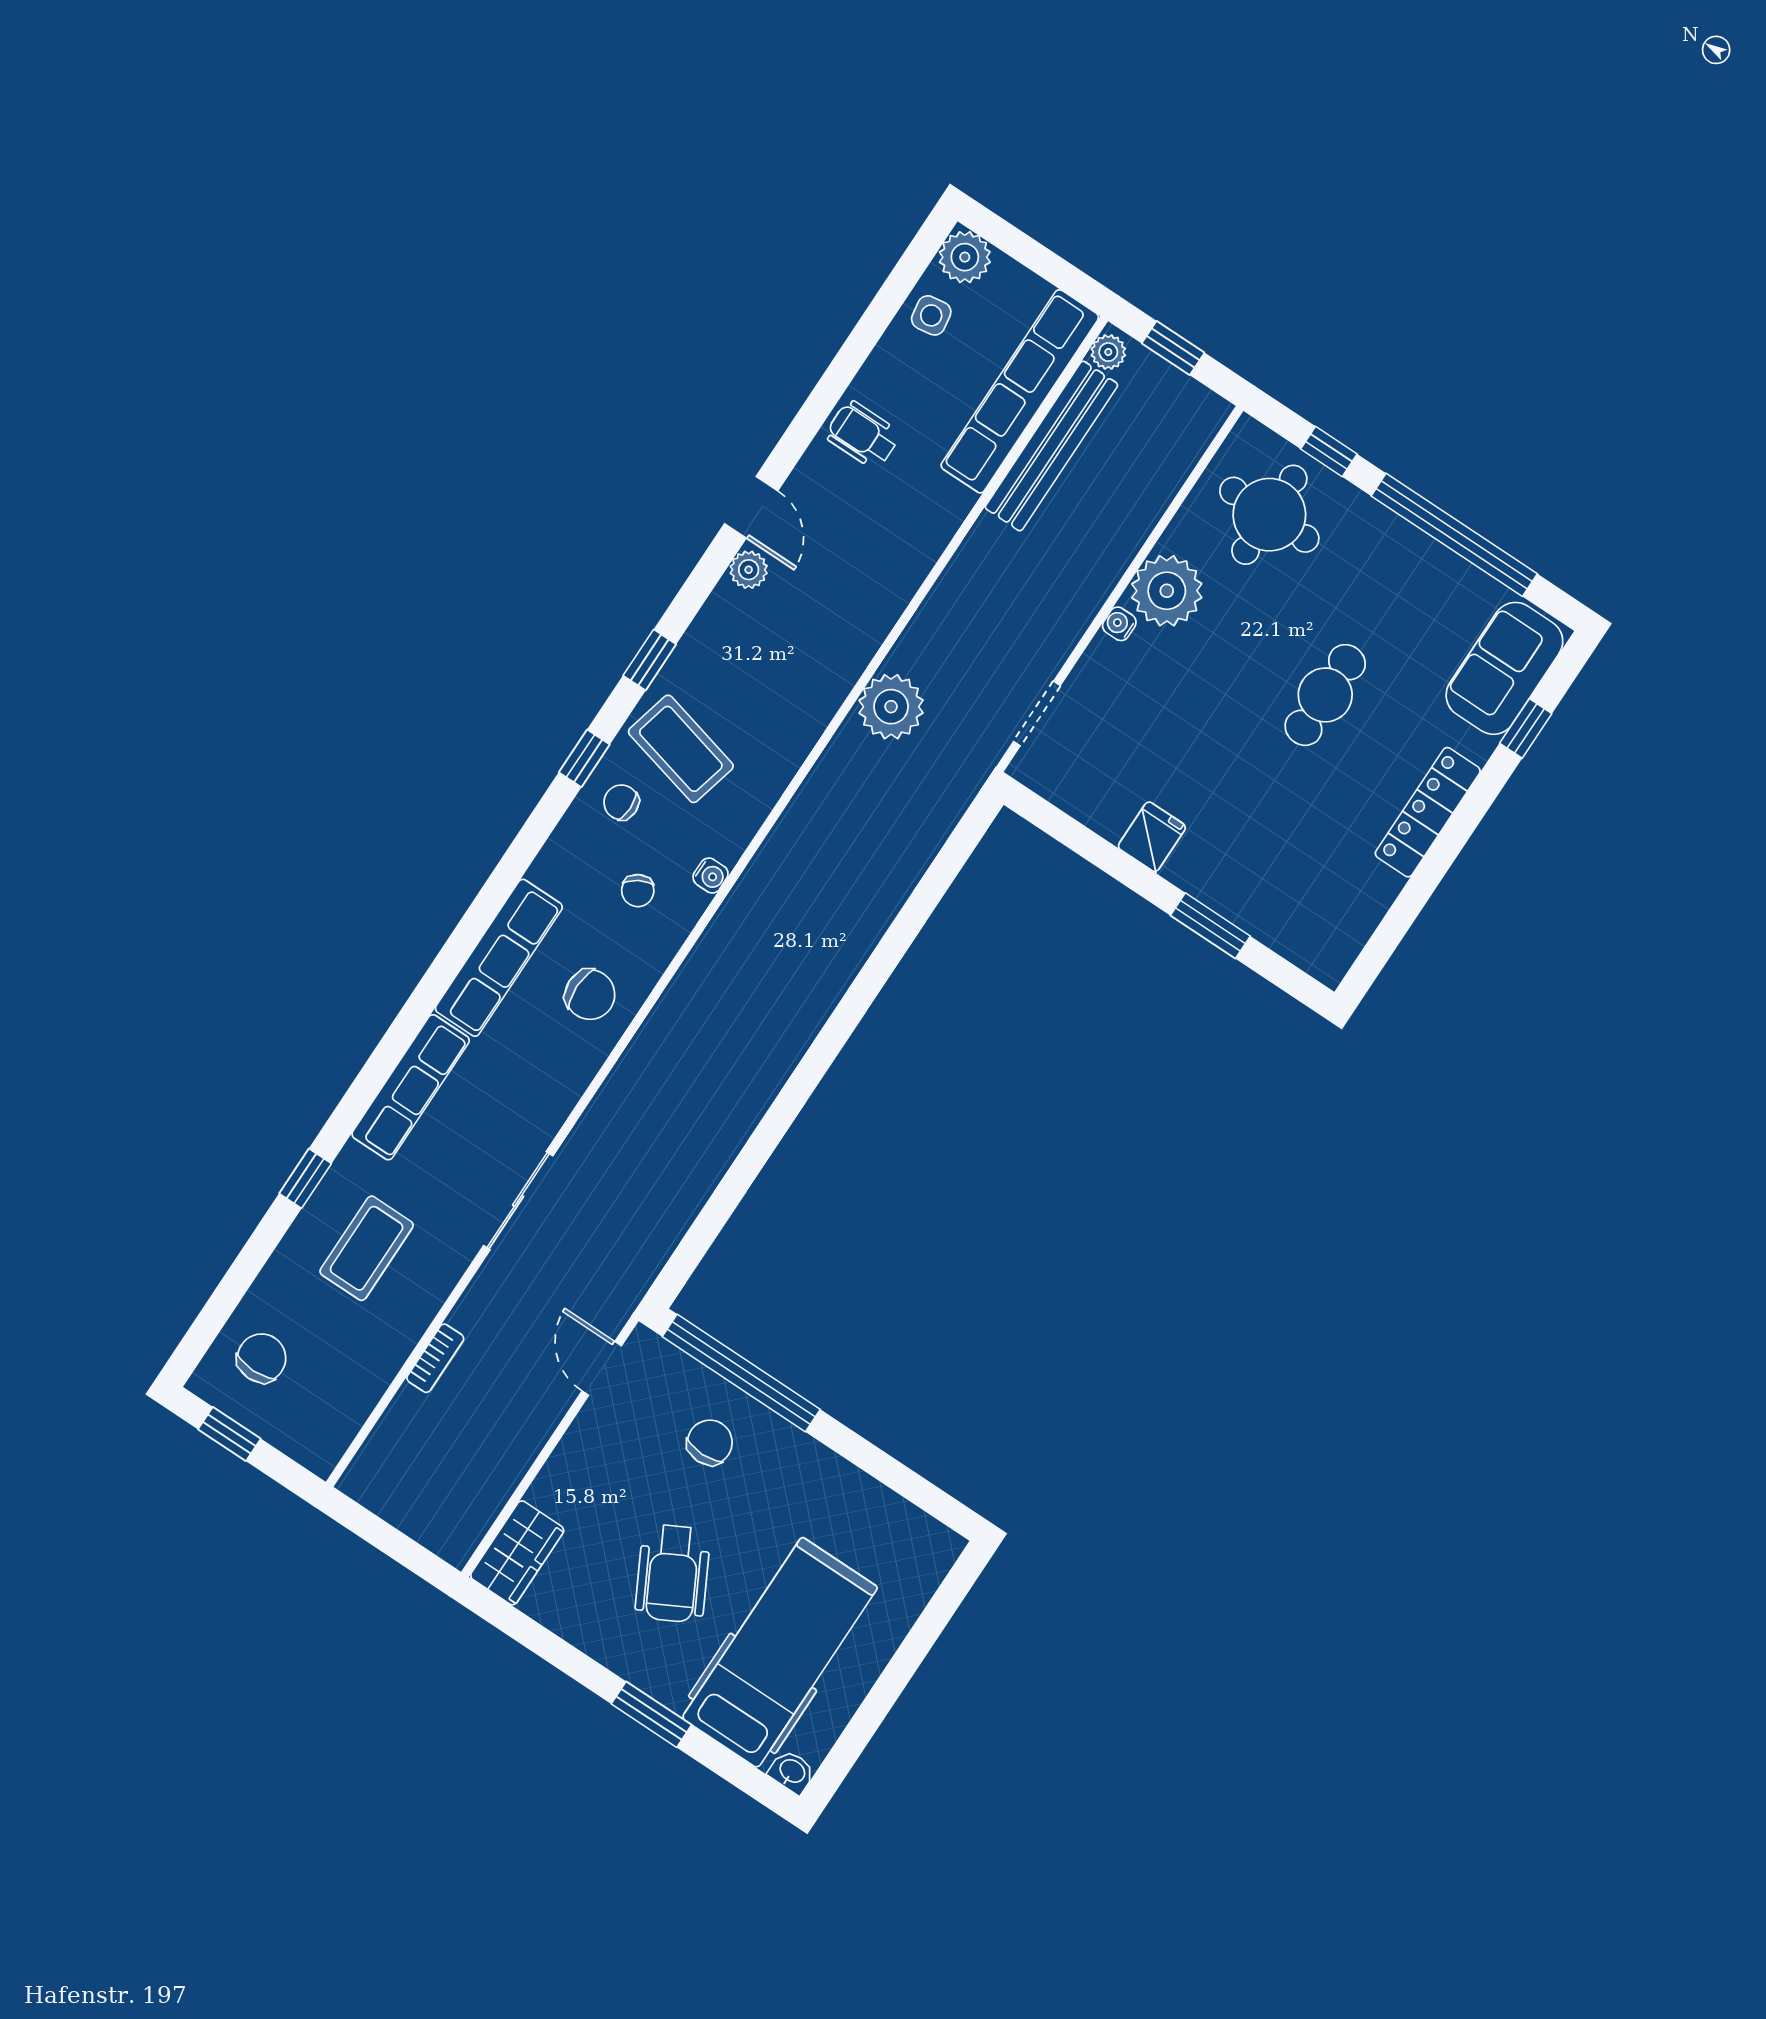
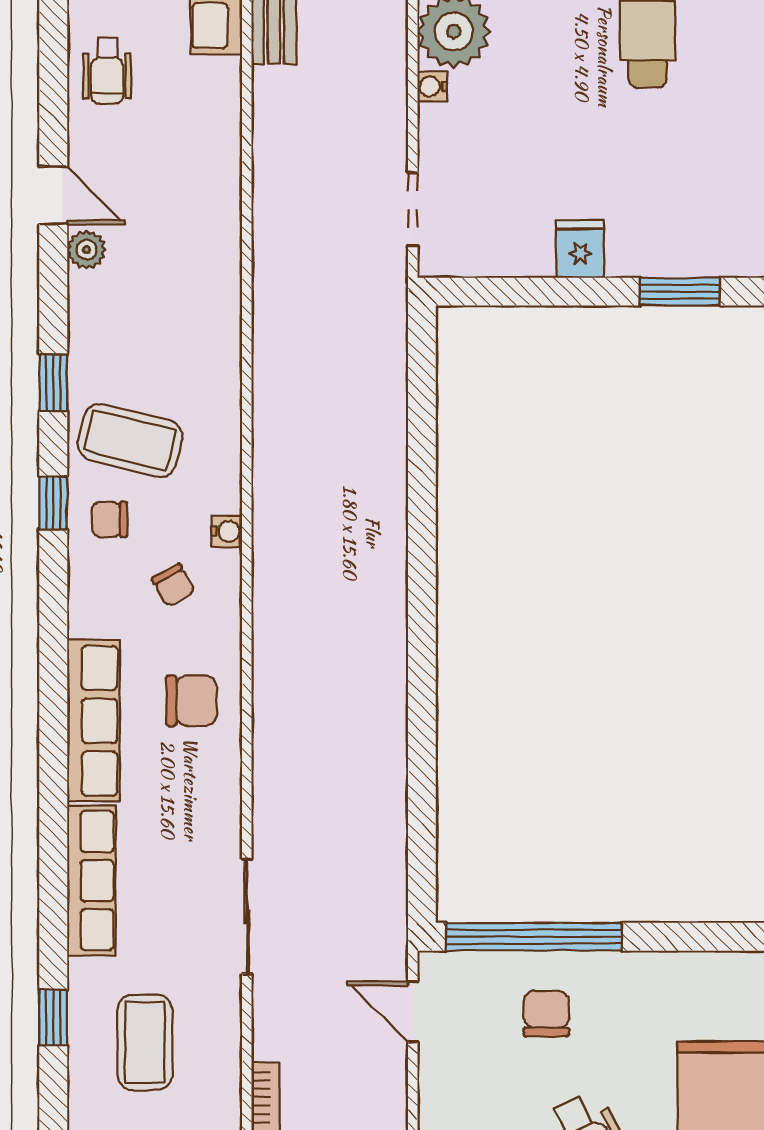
wheelchair: (863, 435) -> (107, 71), turned -90
plant: (891, 707) -> (285, 286), removed

